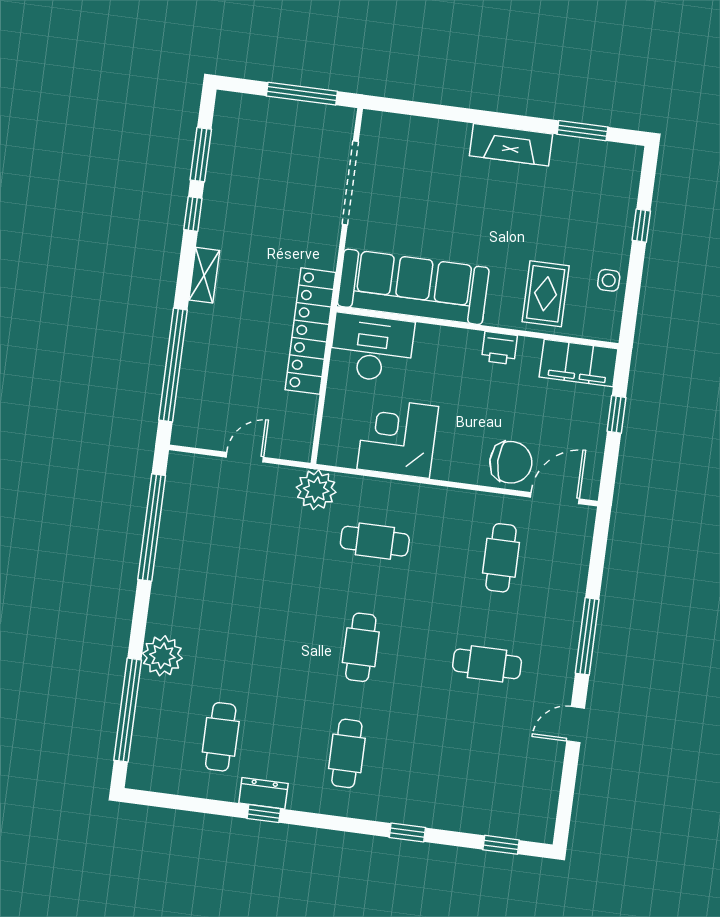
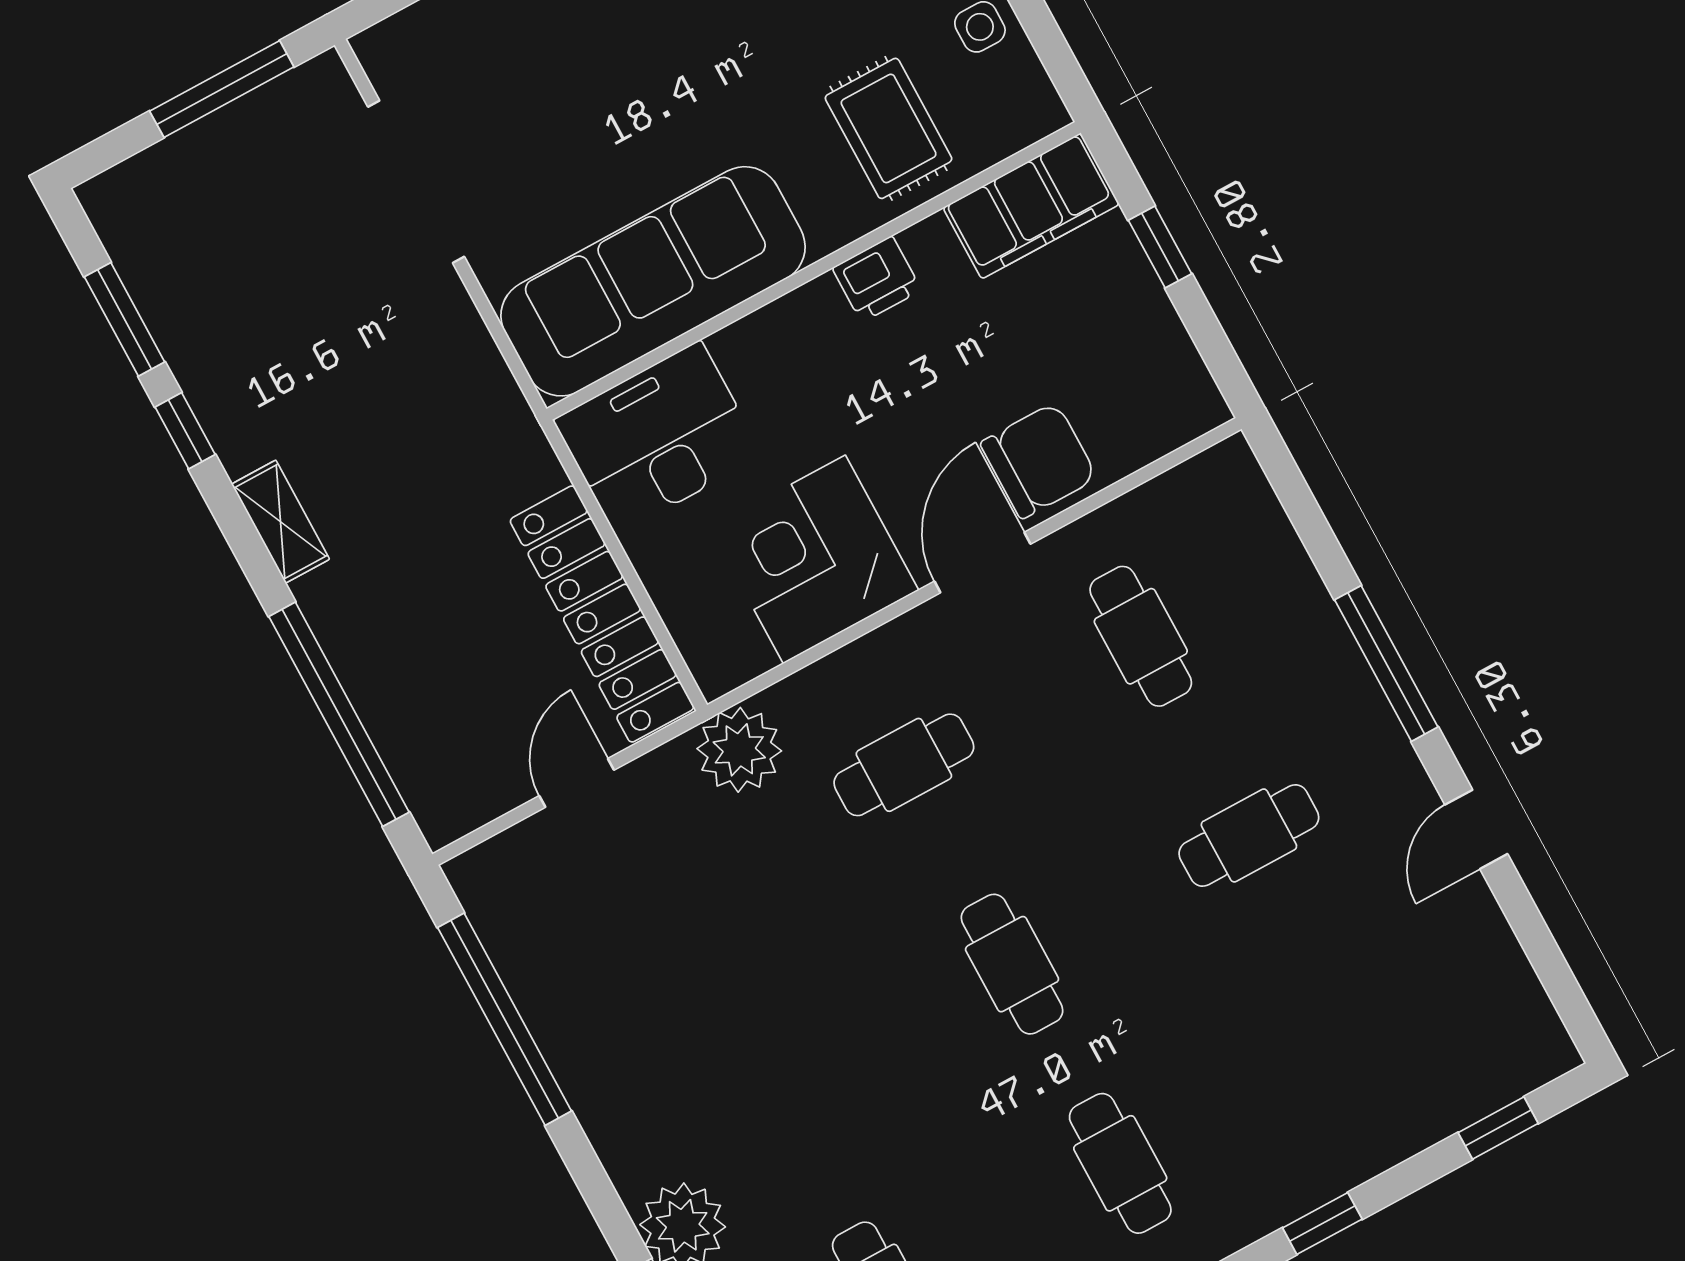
locker: (310, 331) -> (602, 614), moved
door: (555, 498) -> (982, 563), moved

